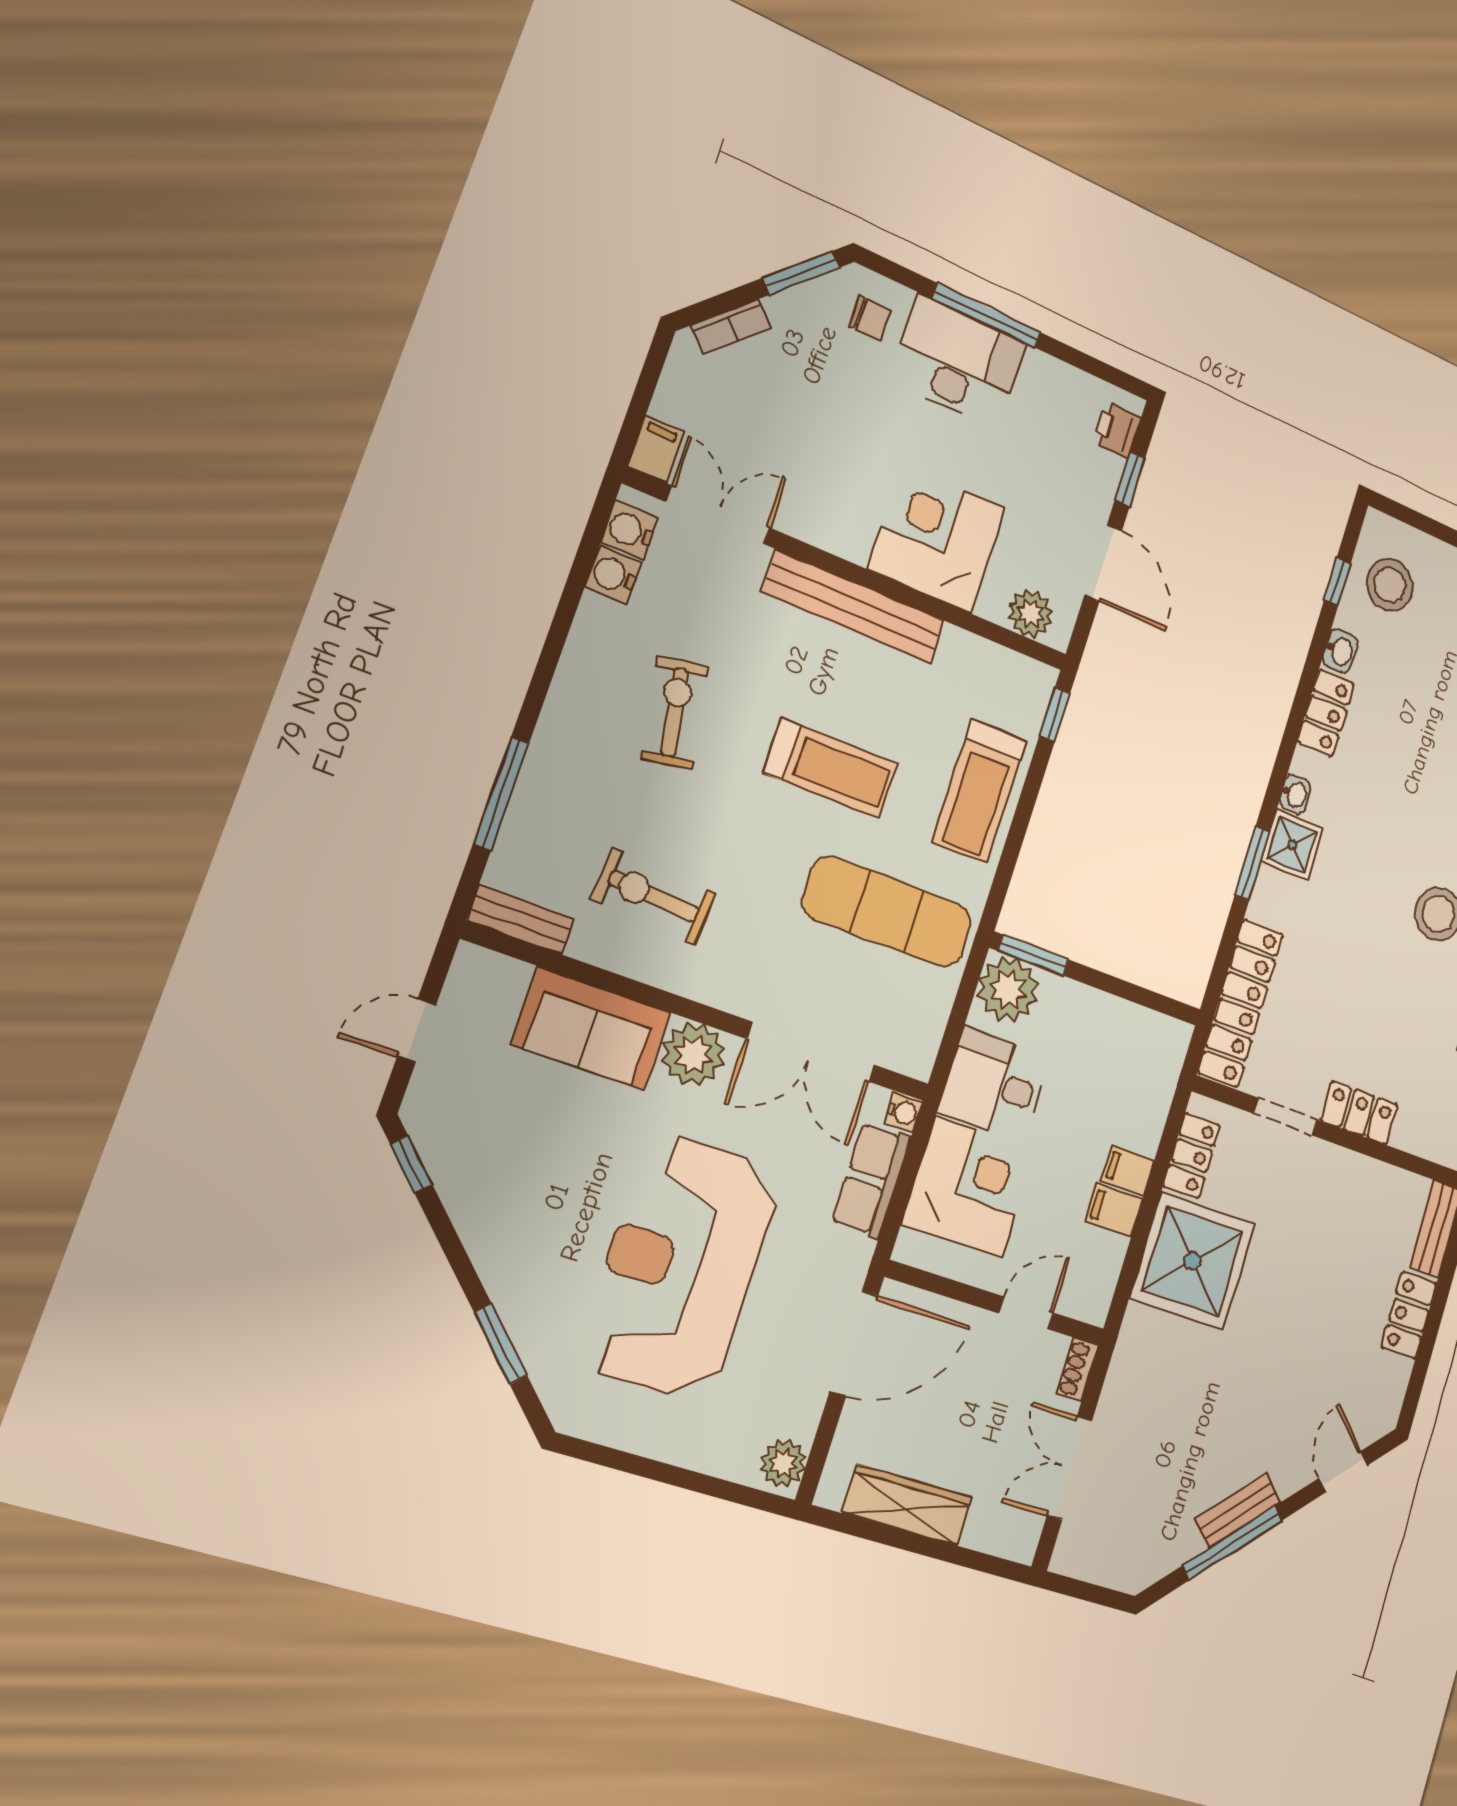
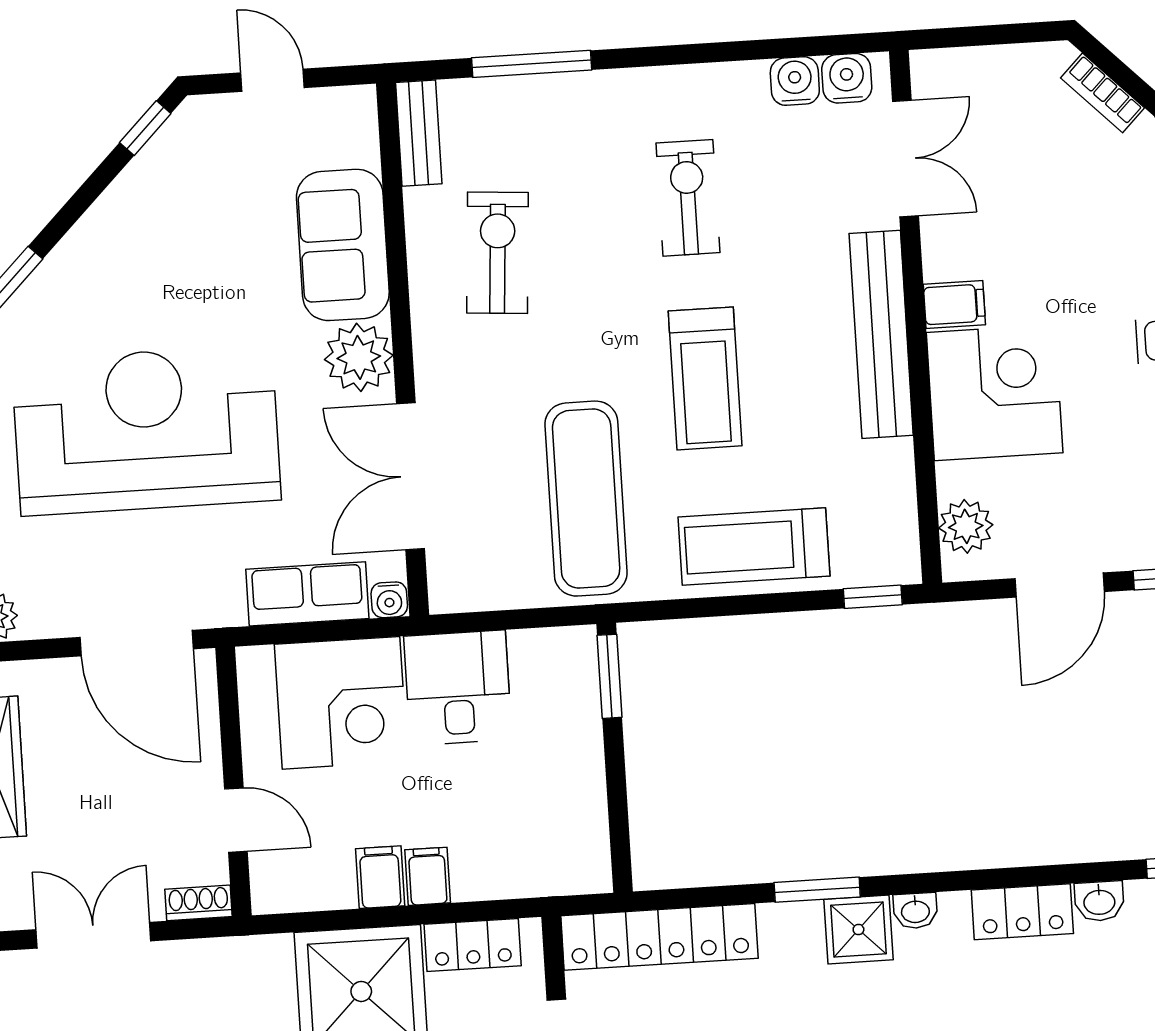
filing cabinet: (656, 450) -> (954, 304), moved
exercise bike: (675, 712) -> (688, 198), turned -80
plant: (1008, 990) -> (562, 663), removed

